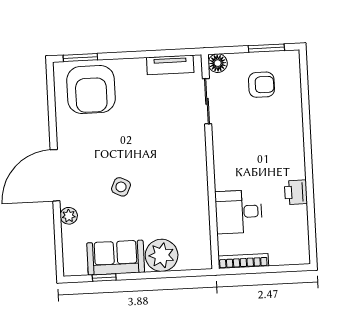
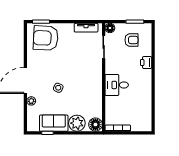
armchair: (91, 89) -> (46, 38), turned 93
printer: (296, 192) -> (146, 63), moved
desk: (239, 212) -> (117, 85), moved
floor lamp: (199, 256) -> (95, 124), added

